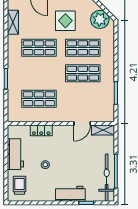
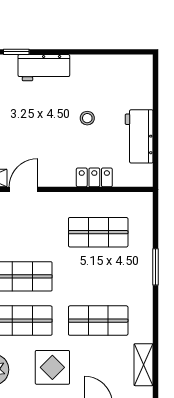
trolley: (19, 185) -> (132, 82), removed

